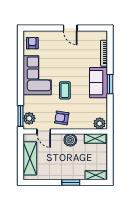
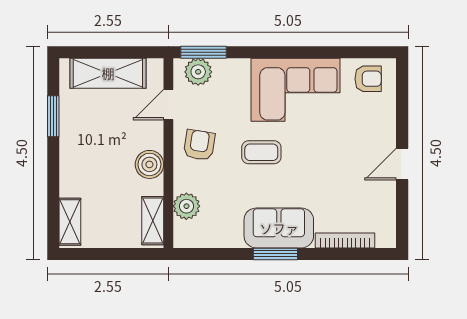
plant: (100, 124) -> (186, 206), moved
window: (71, 183) -> (53, 116), moved

